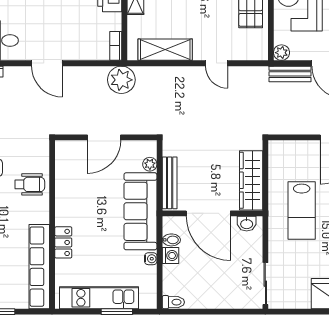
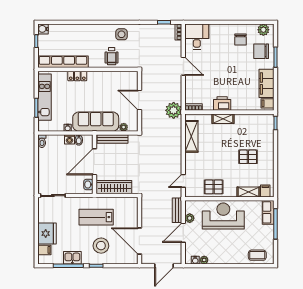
plant: (282, 53) -> (190, 218), moved
door: (47, 63) -> (183, 66), swing flipped
door: (216, 63) -> (183, 181), moved

